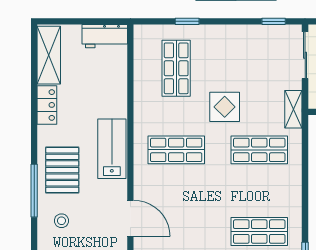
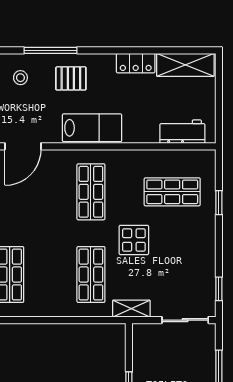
workbench: (105, 36) -> (182, 132), moved, turned 90
pallet: (62, 170) -> (71, 78), width x0.67, depth x0.71

